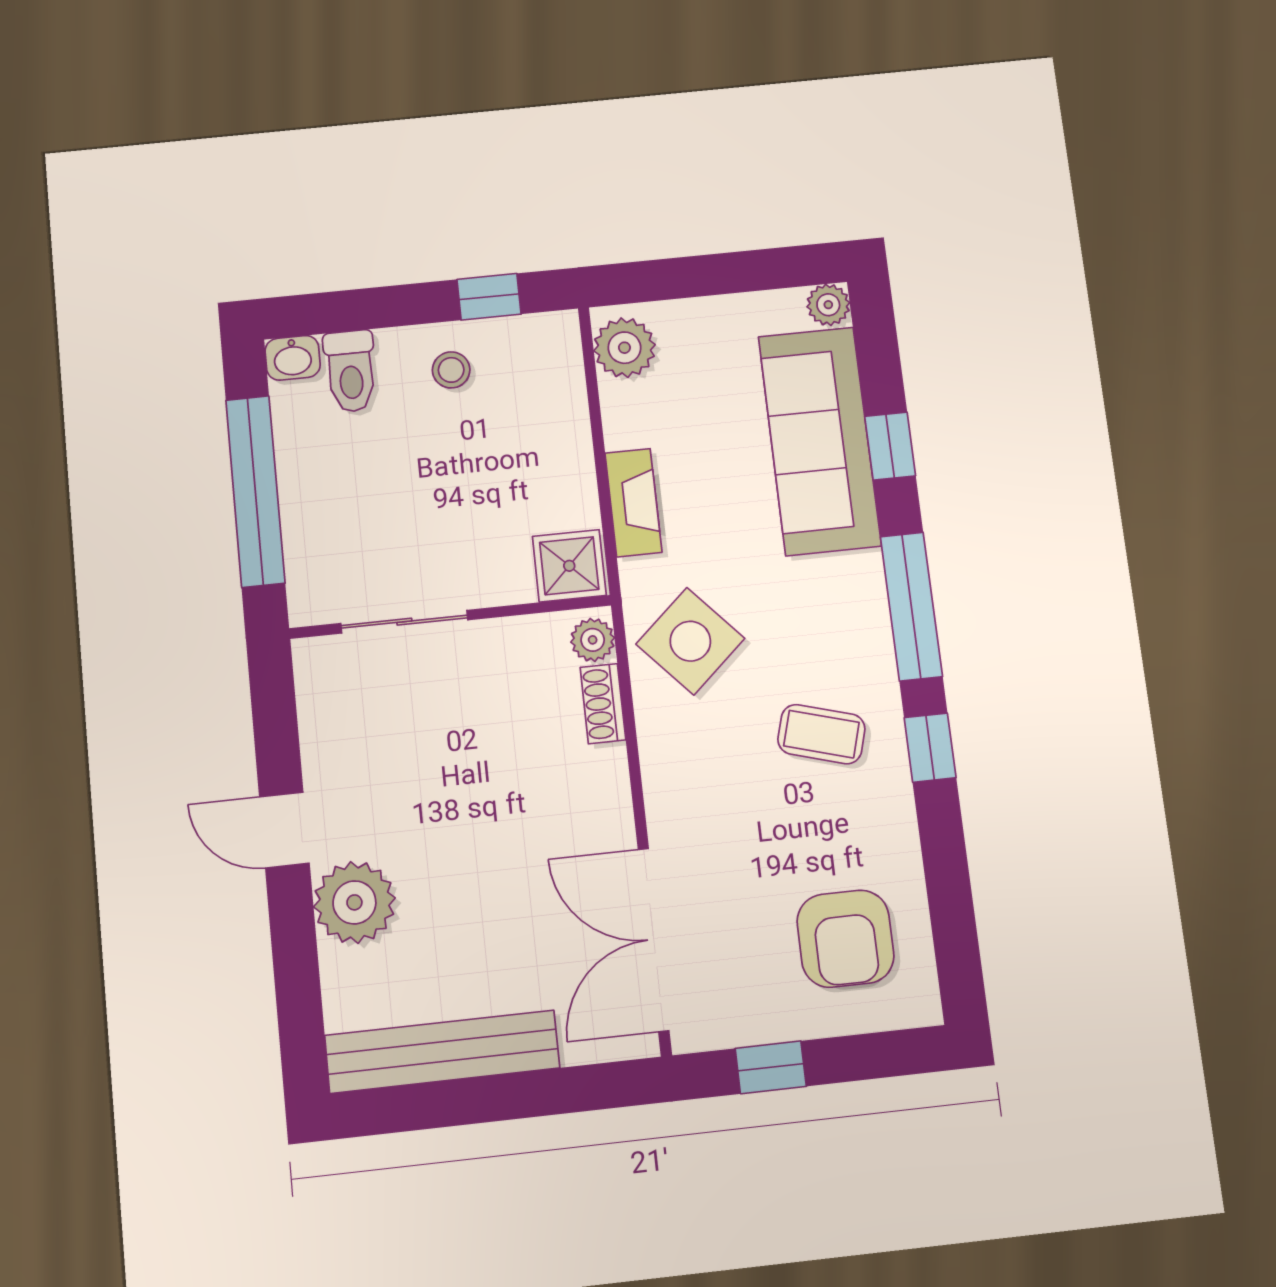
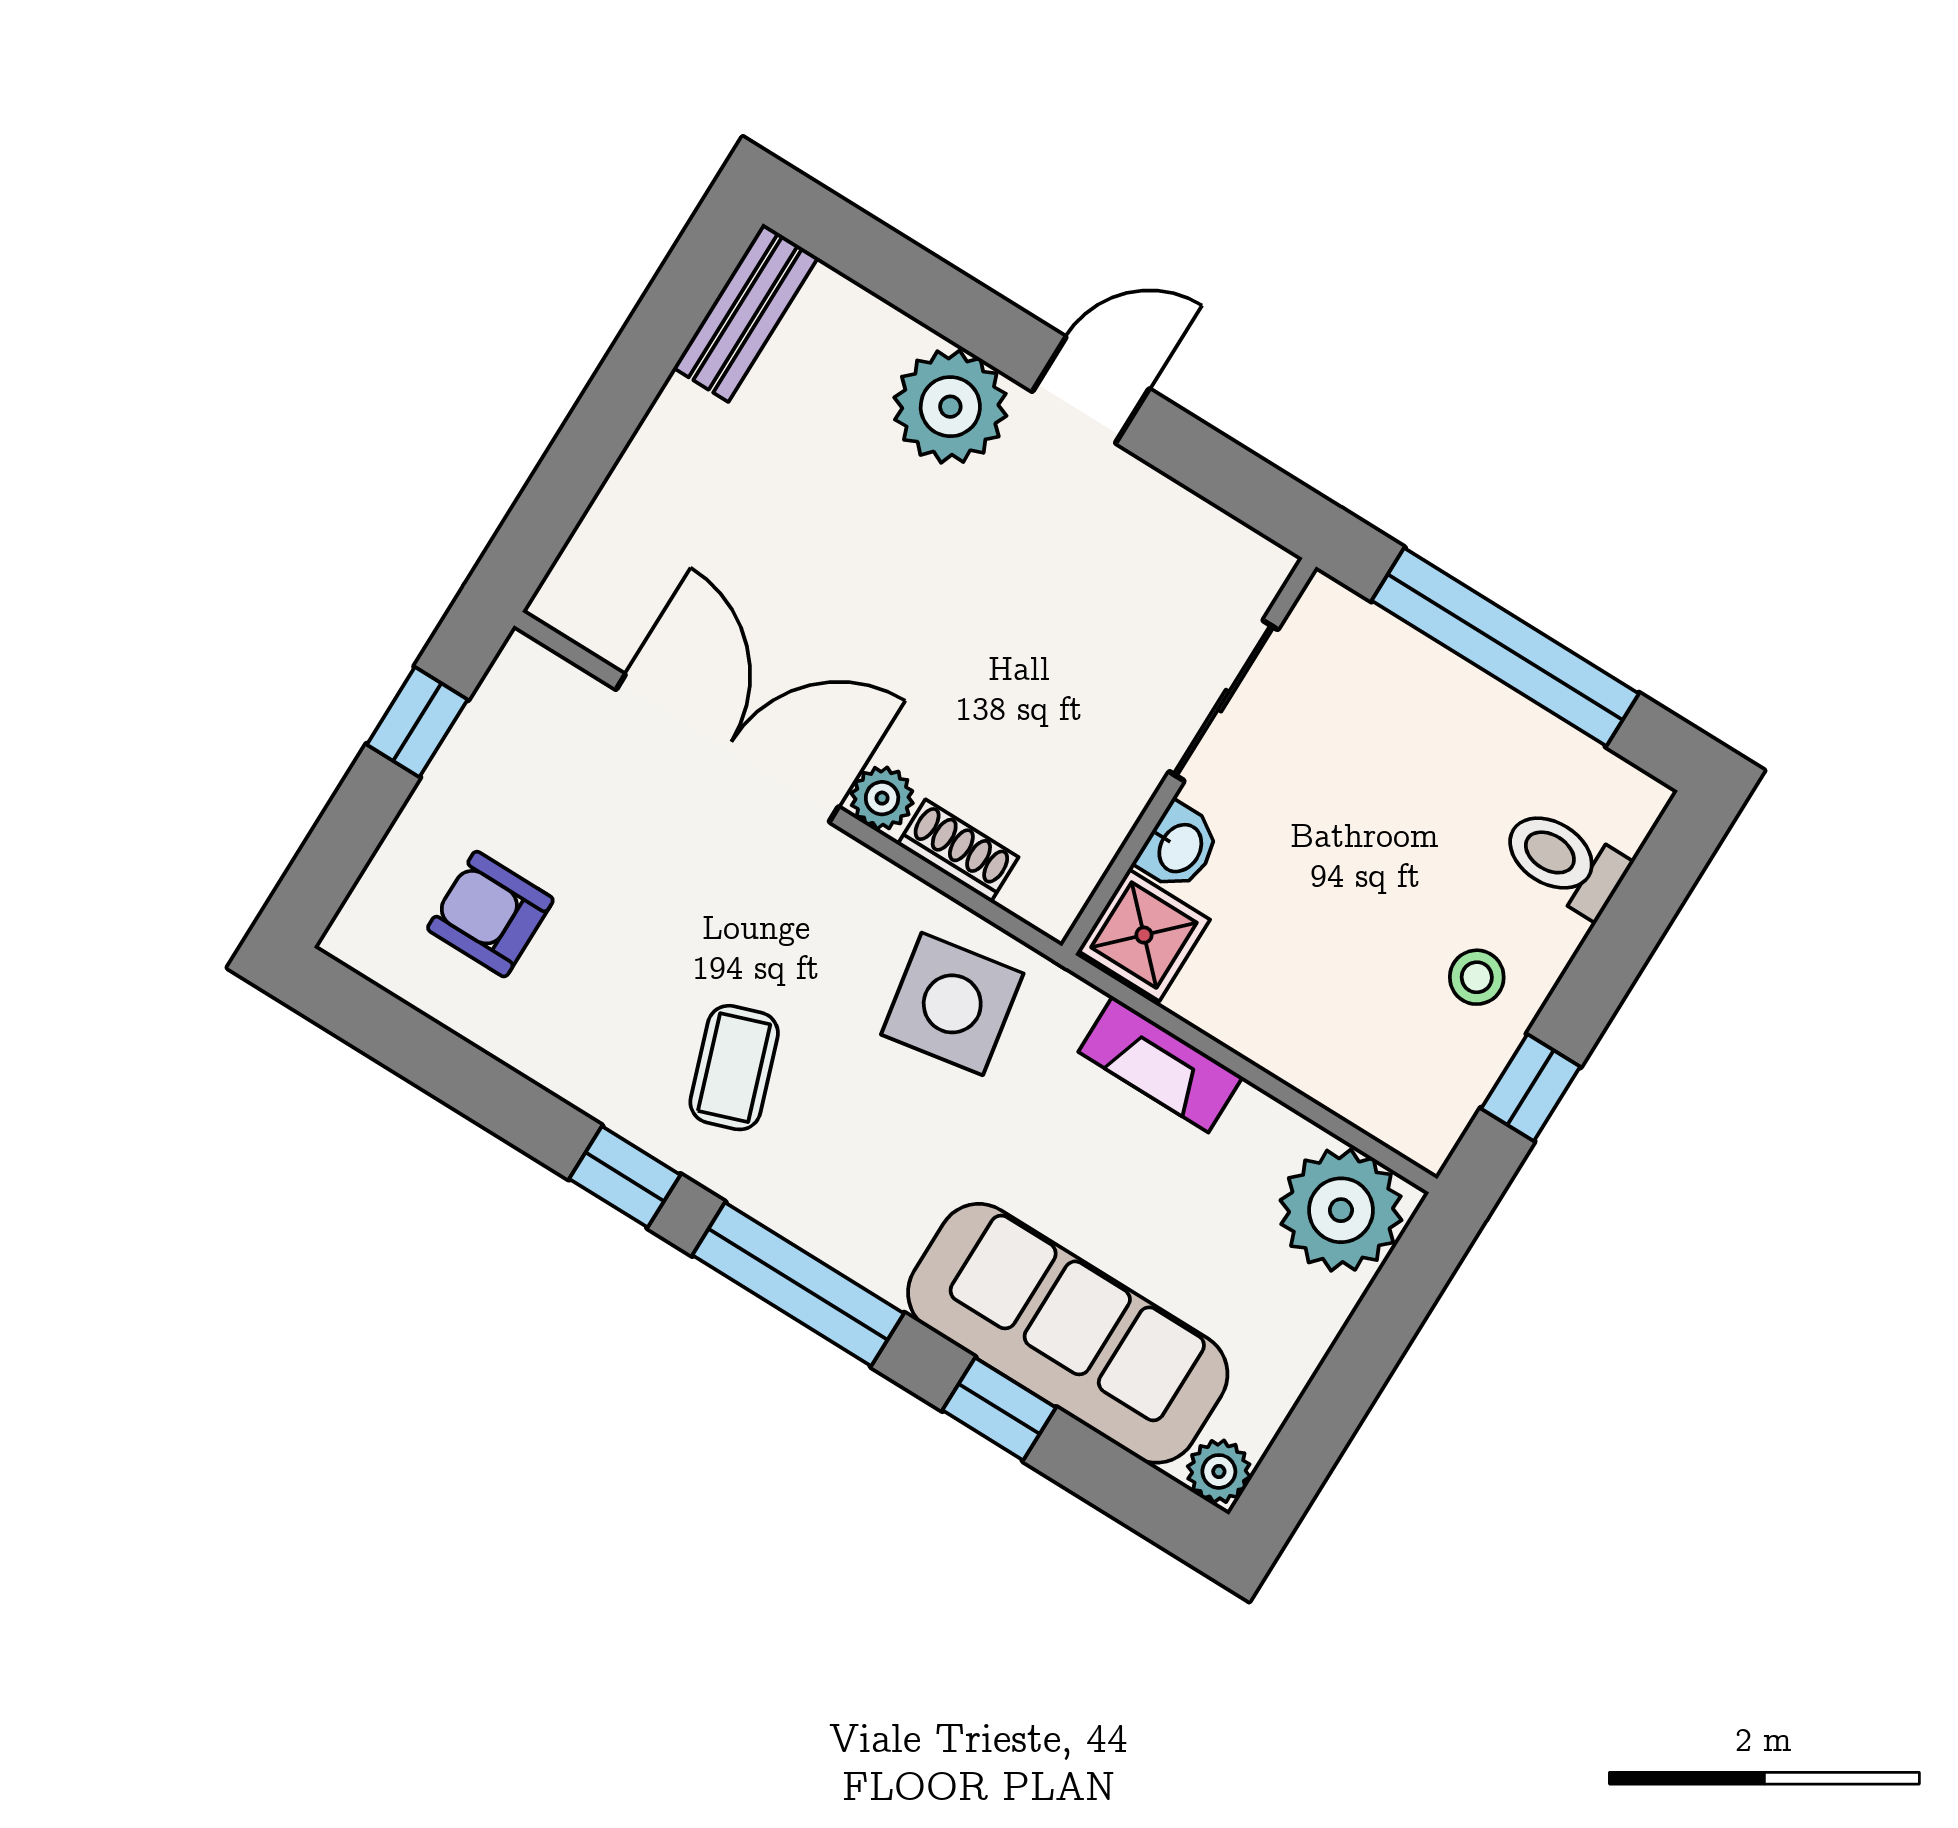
plant: (624, 348) -> (1341, 1210), width x1.36, depth x1.36
washbasin: (293, 358) -> (1179, 847), moved, turned 180
plant: (593, 640) -> (882, 798), moved
side table: (690, 641) -> (952, 1004), turned 32
coffee table: (821, 734) -> (734, 1068), turned -35
armchair: (845, 939) -> (490, 914), width x0.72, depth x0.72
double door: (654, 940) -> (727, 748), moved
bench: (442, 1052) -> (746, 313), width x0.54, depth x0.82

